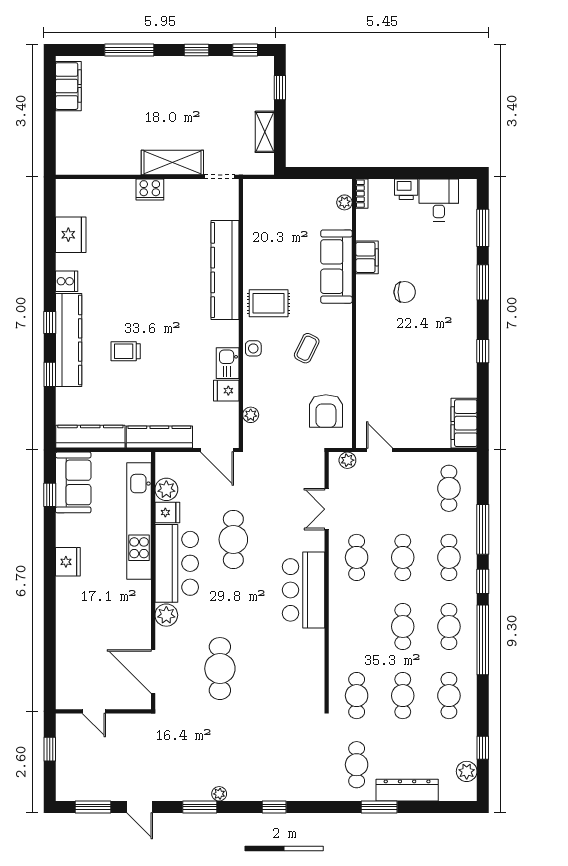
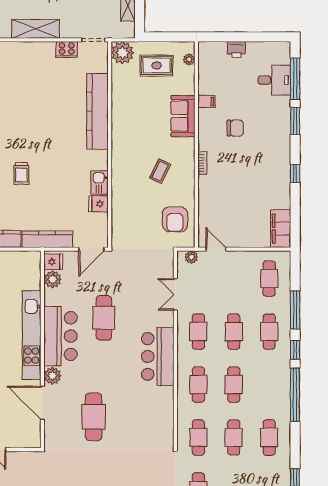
shelving: (172, 163) -> (36, 29), moved
cooker: (150, 189) -> (67, 49), moved
bookcase: (362, 194) -> (202, 163), moved
desk: (439, 200) -> (274, 80), moved, turned 90
window: (483, 228) -> (295, 79), width x1.44
filing cabinet: (367, 257) -> (206, 102), width x0.50
sofa: (336, 267) -> (183, 116), width x0.73
rug: (269, 303) -> (157, 65), moved
side table: (253, 348) -> (119, 171), removed
trolley: (126, 351) -> (21, 174), turned -90
plant: (251, 415) -> (122, 53), moved, width x1.88, depth x1.88
door: (217, 450) -> (91, 249), hinge flipped
fridge: (167, 513) -> (53, 262), moved
kitchen unit: (139, 521) -> (32, 335), moved
cafe table: (449, 627) -> (198, 384), moved
door: (153, 671) -> (42, 403), moved

